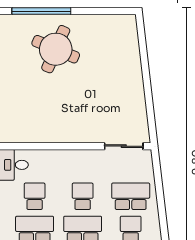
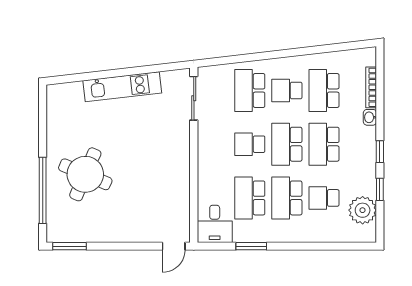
kitchen unit: (134, 82) -> (122, 87), added
school desk: (35, 196) -> (250, 198), width x1.85

